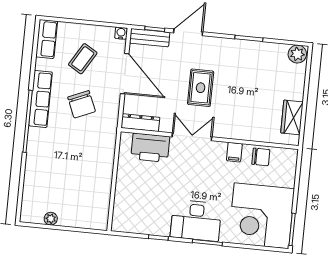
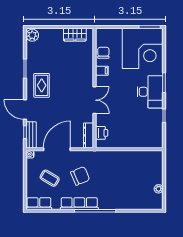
rug: (201, 88) -> (42, 85), moved, turned 90
double door: (192, 137) -> (95, 100), swing flipped
printer: (150, 148) -> (102, 133), width x0.53, depth x0.68

